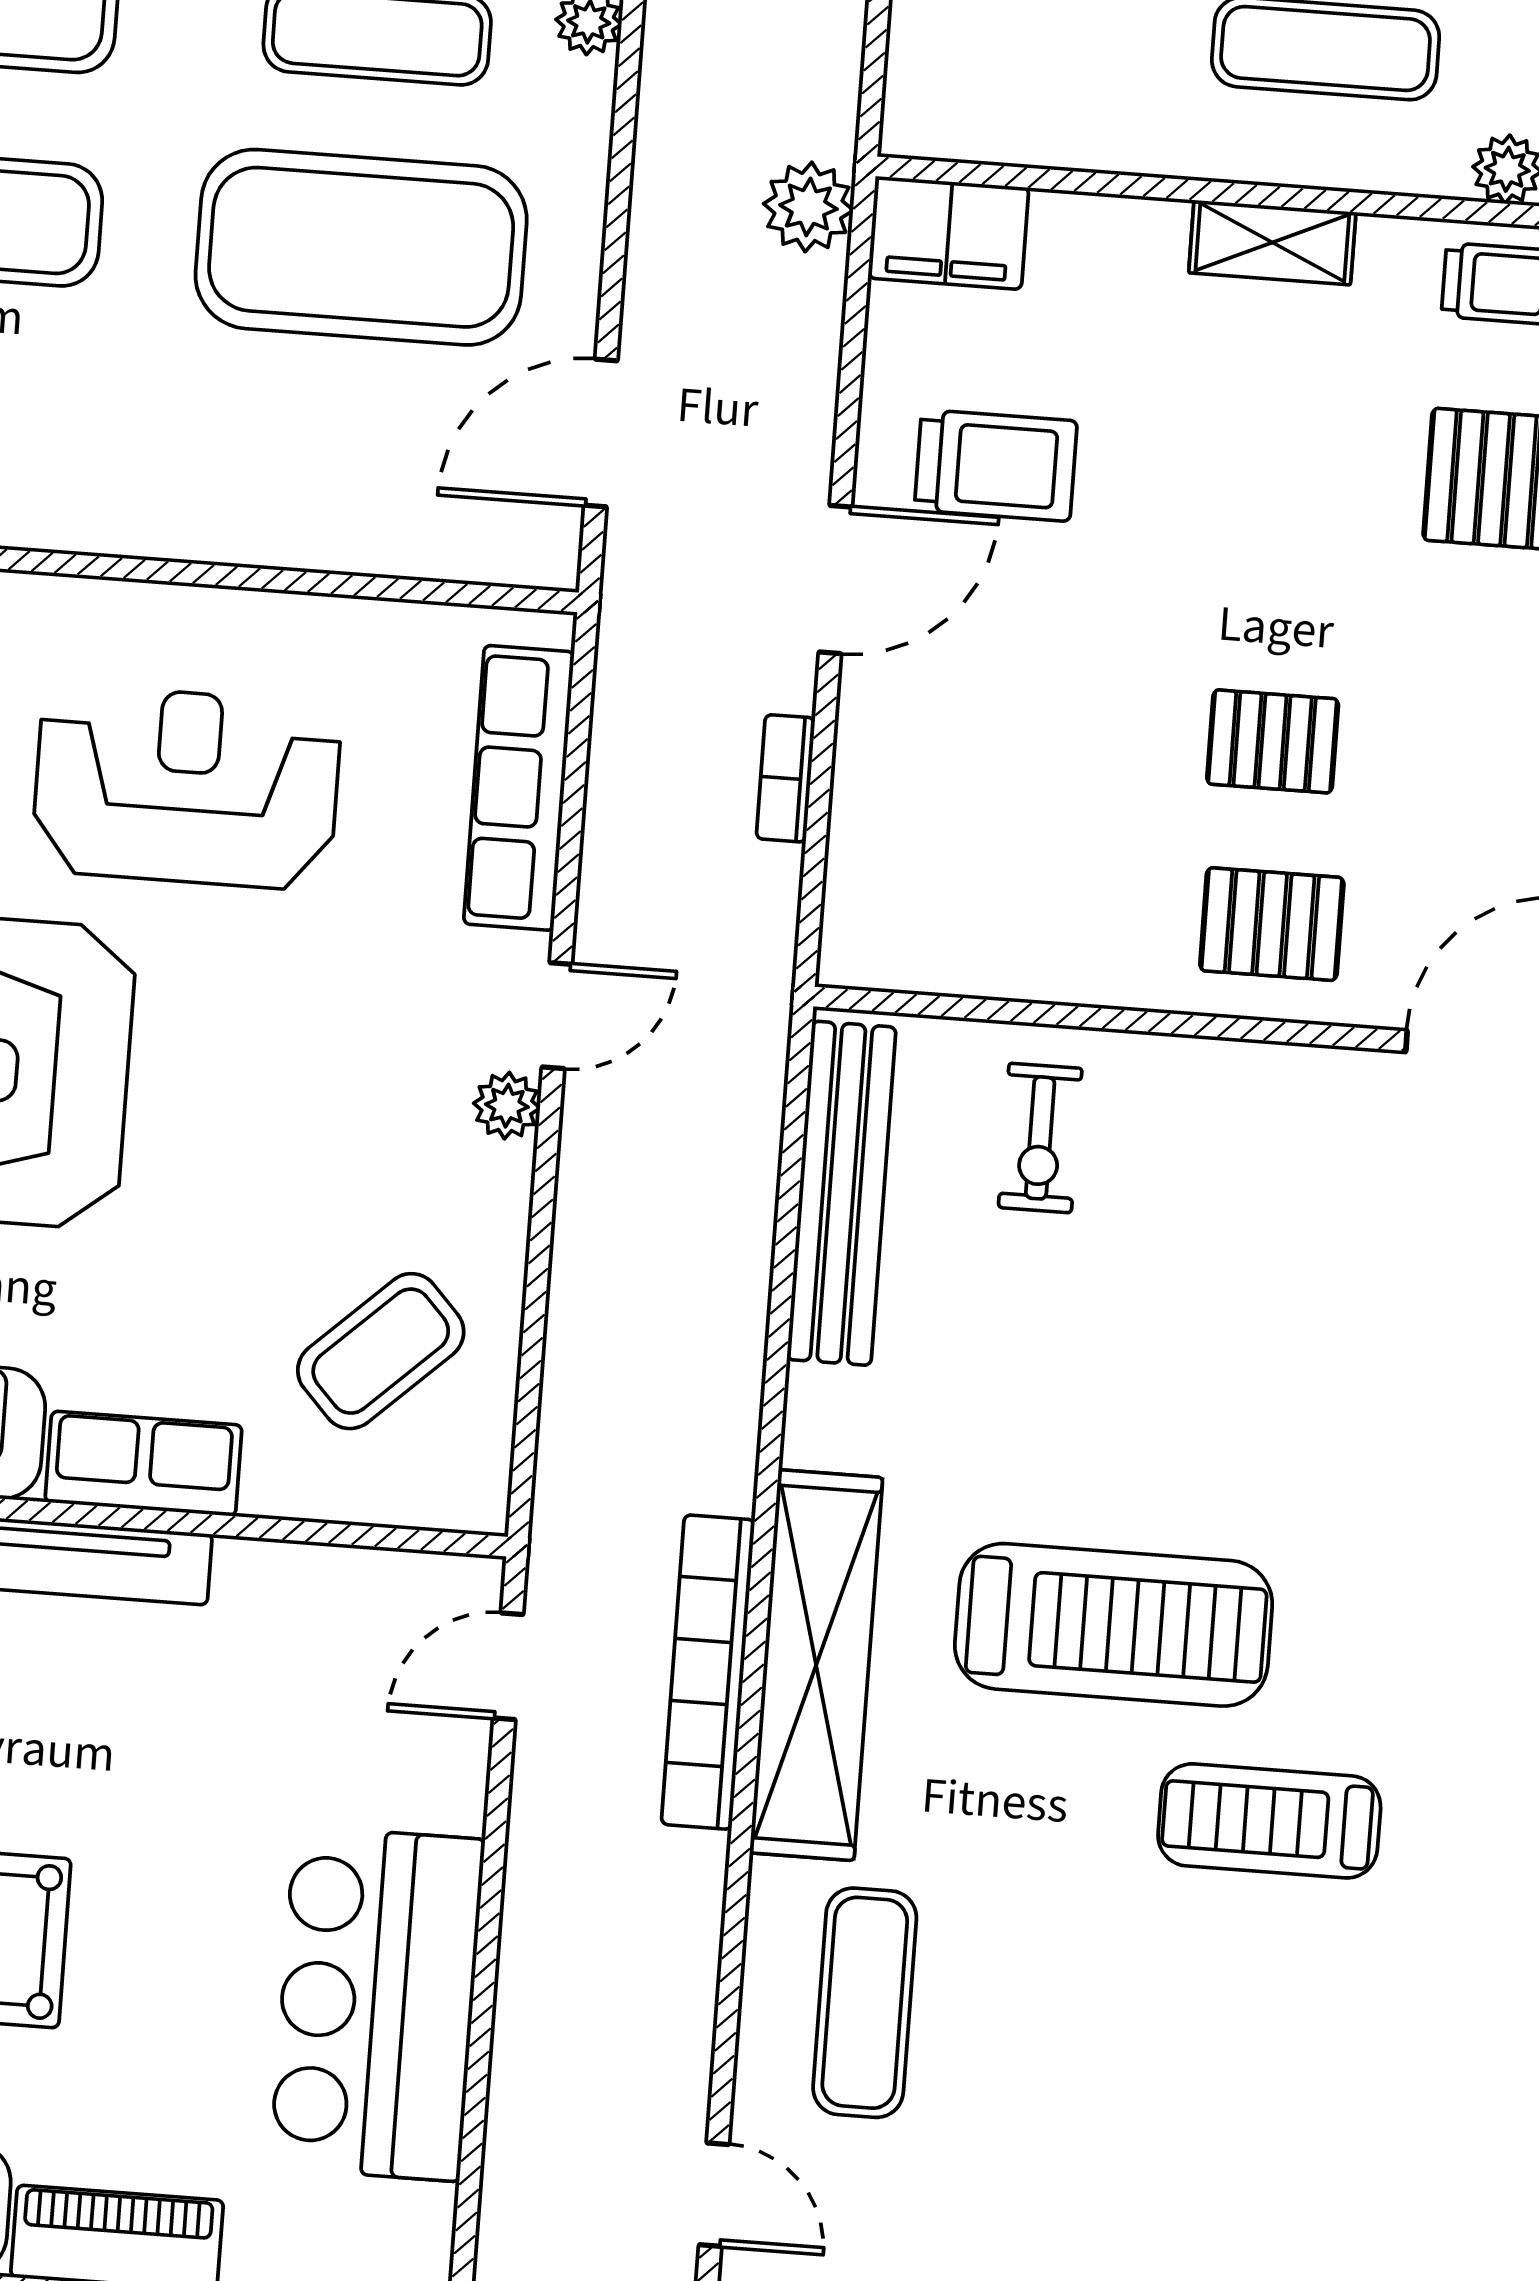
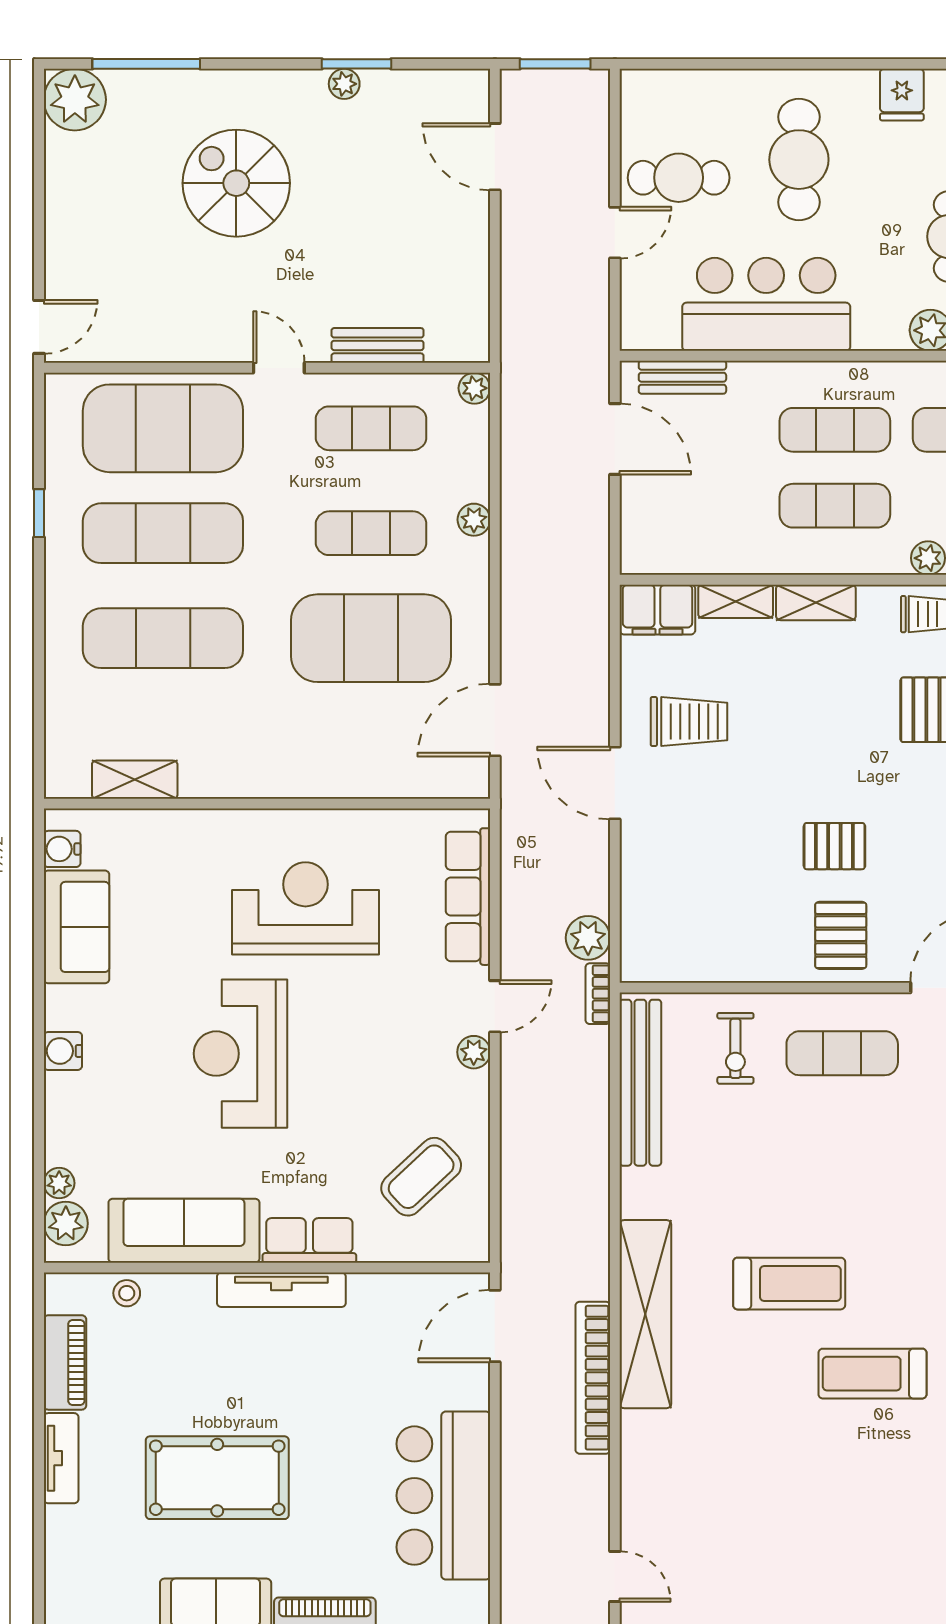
plant: (808, 207) -> (588, 938), moved
shelving: (1109, 228) -> (736, 601), added
door: (835, 580) -> (615, 783), swing flipped
bookcase: (786, 778) -> (598, 994), moved
pallet: (1272, 924) -> (841, 935), turned 90
treadmill: (1114, 1625) -> (789, 1284), width x0.73, depth x0.73
door: (508, 1666) -> (495, 1326), width x1.38
bookcase: (708, 1672) -> (593, 1378), moved
exercise mat: (865, 2003) -> (842, 1053), moved, turned 90

